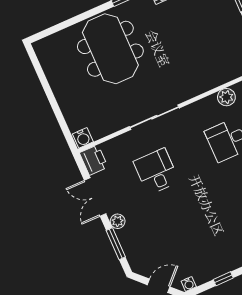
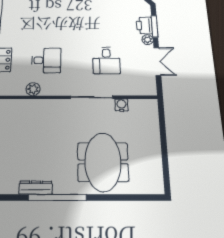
water cooler: (83, 138) -> (121, 105), moved
printer: (94, 160) -> (144, 25), moved

